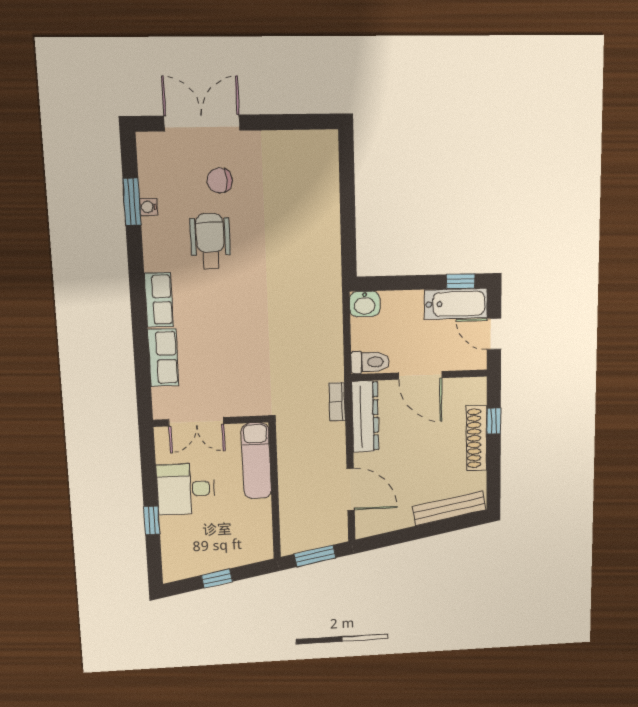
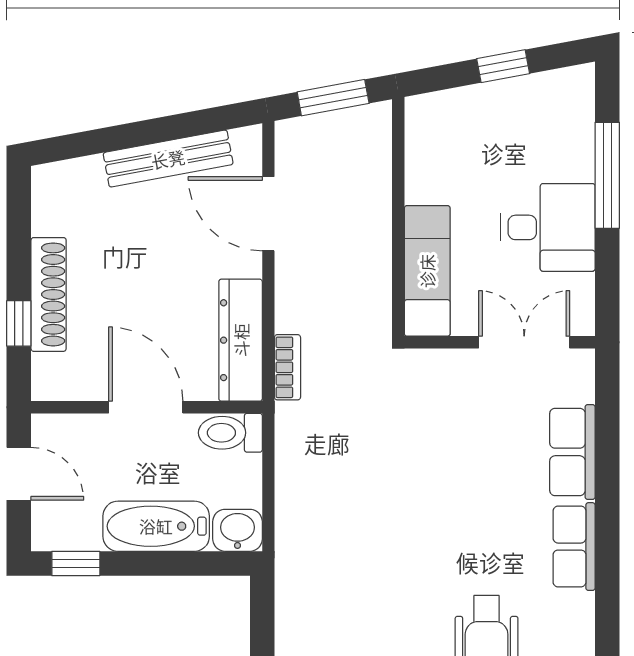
bathtub: (456, 304) -> (156, 526), moved
bench: (449, 508) -> (168, 159), moved
window: (152, 520) -> (607, 175), width x2.17

